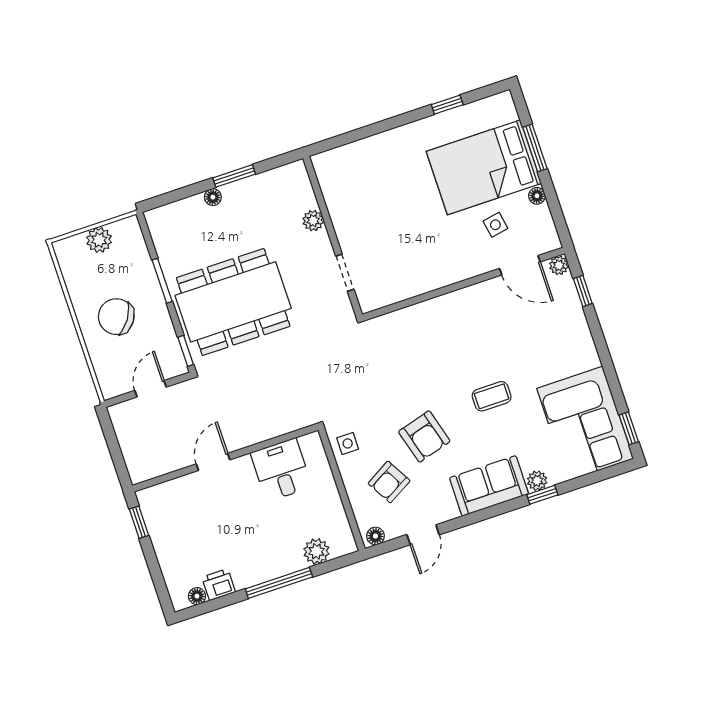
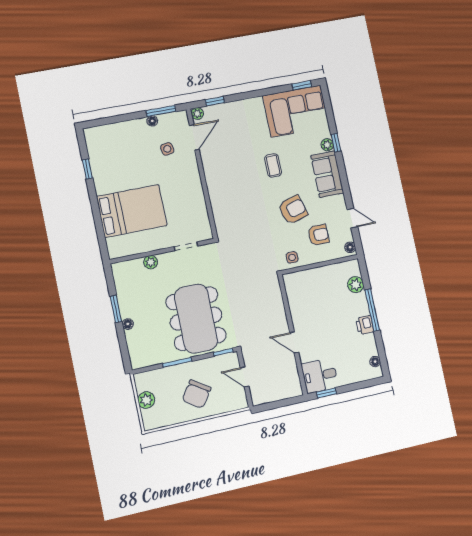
window: (535, 148) -> (161, 111), moved
bed: (484, 167) -> (132, 211), moved, turned -90
desk: (281, 470) -> (320, 376), moved
armchair: (389, 482) -> (318, 235), turned -60
printer: (219, 585) -> (365, 325), moved

